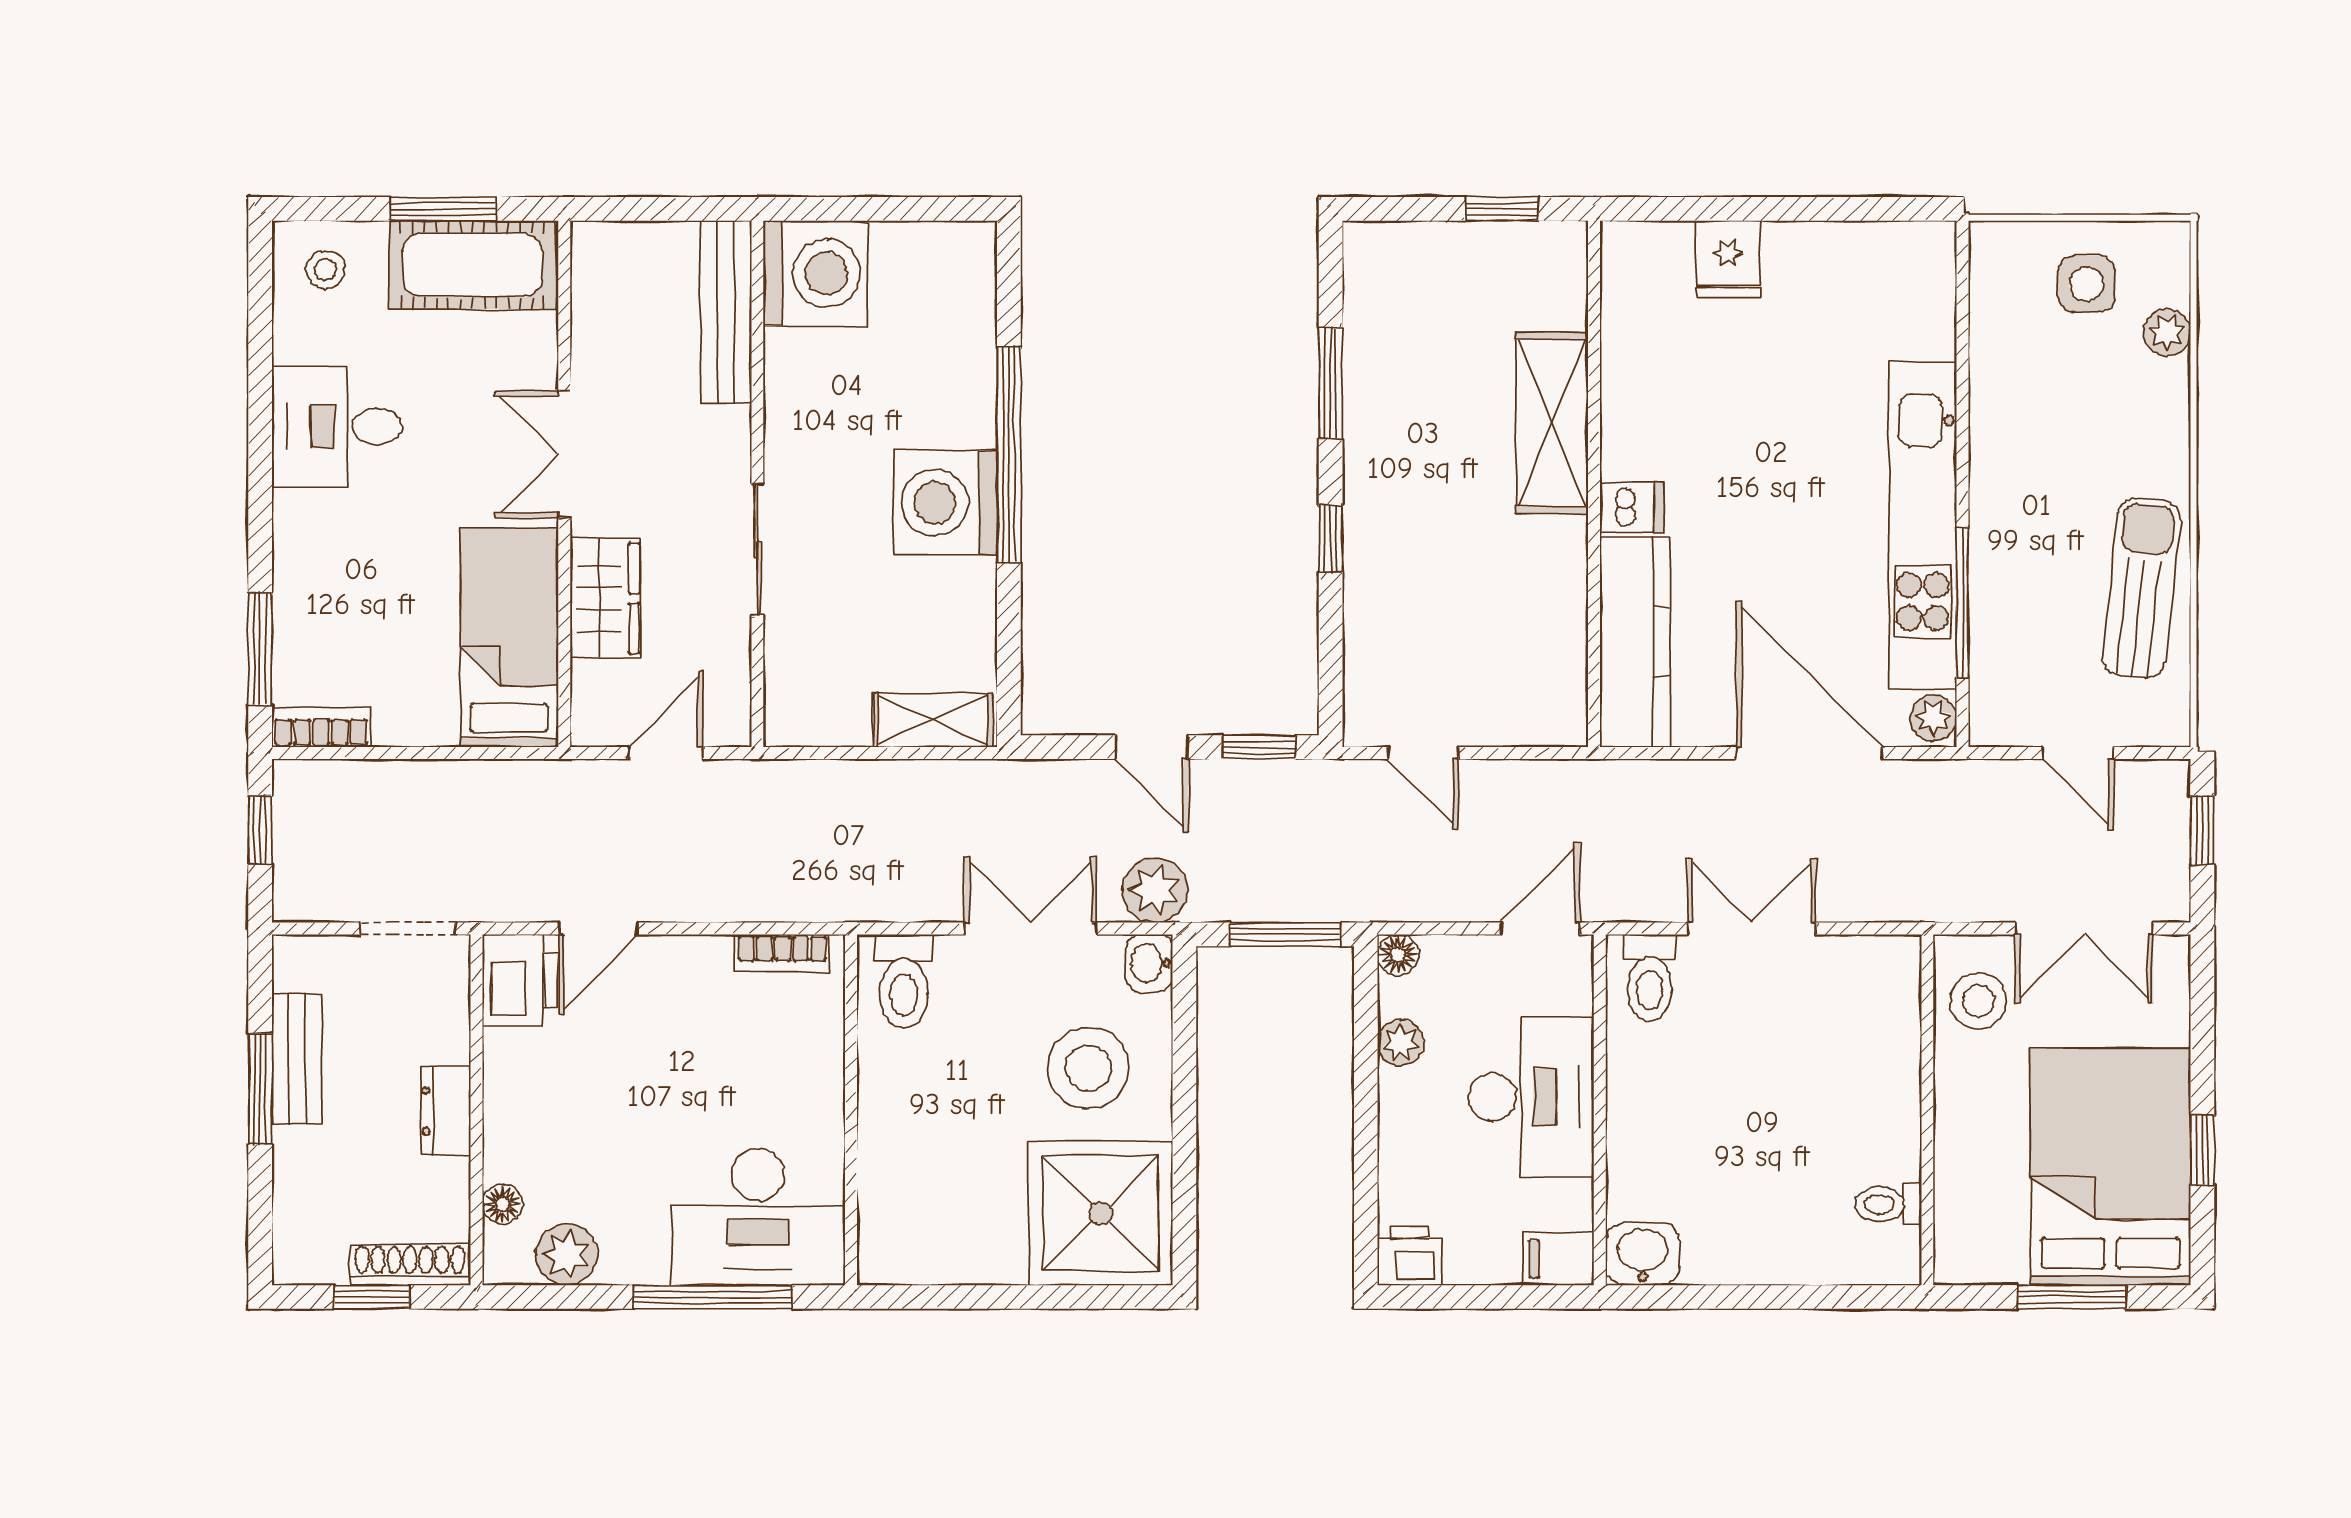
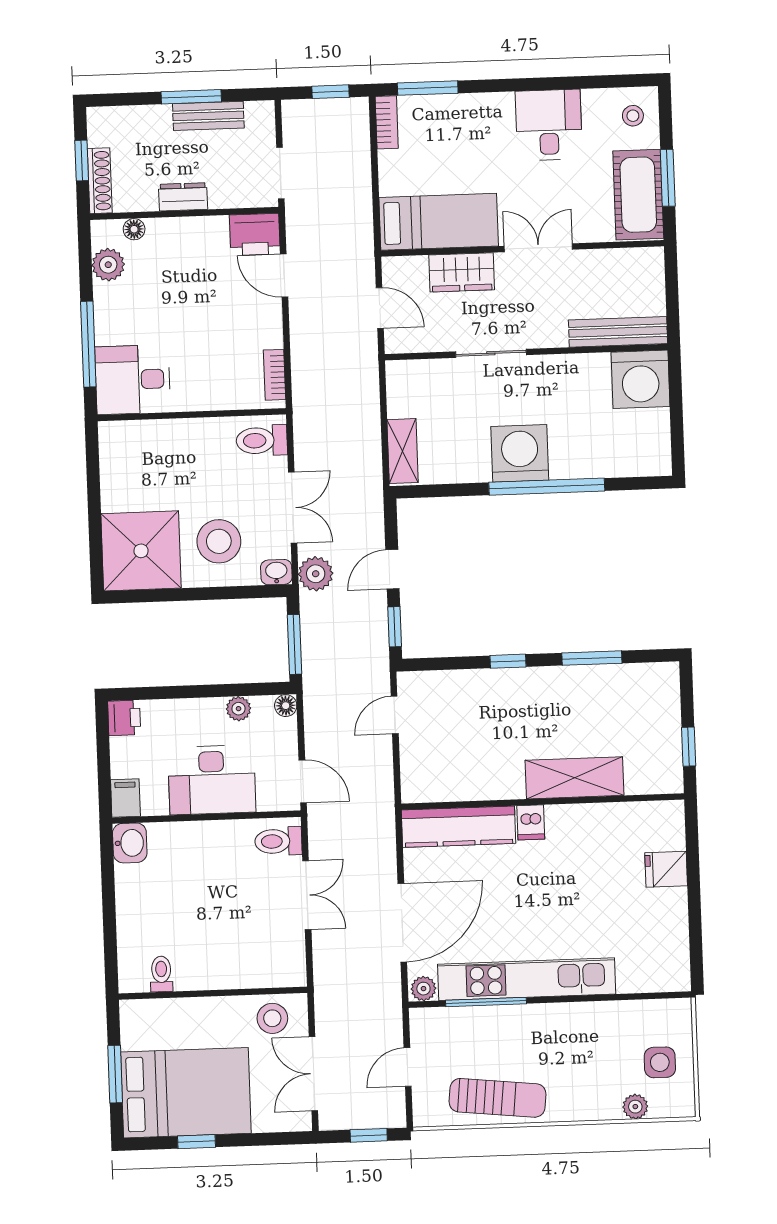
desk: (758, 1217) -> (133, 380), width x0.73

